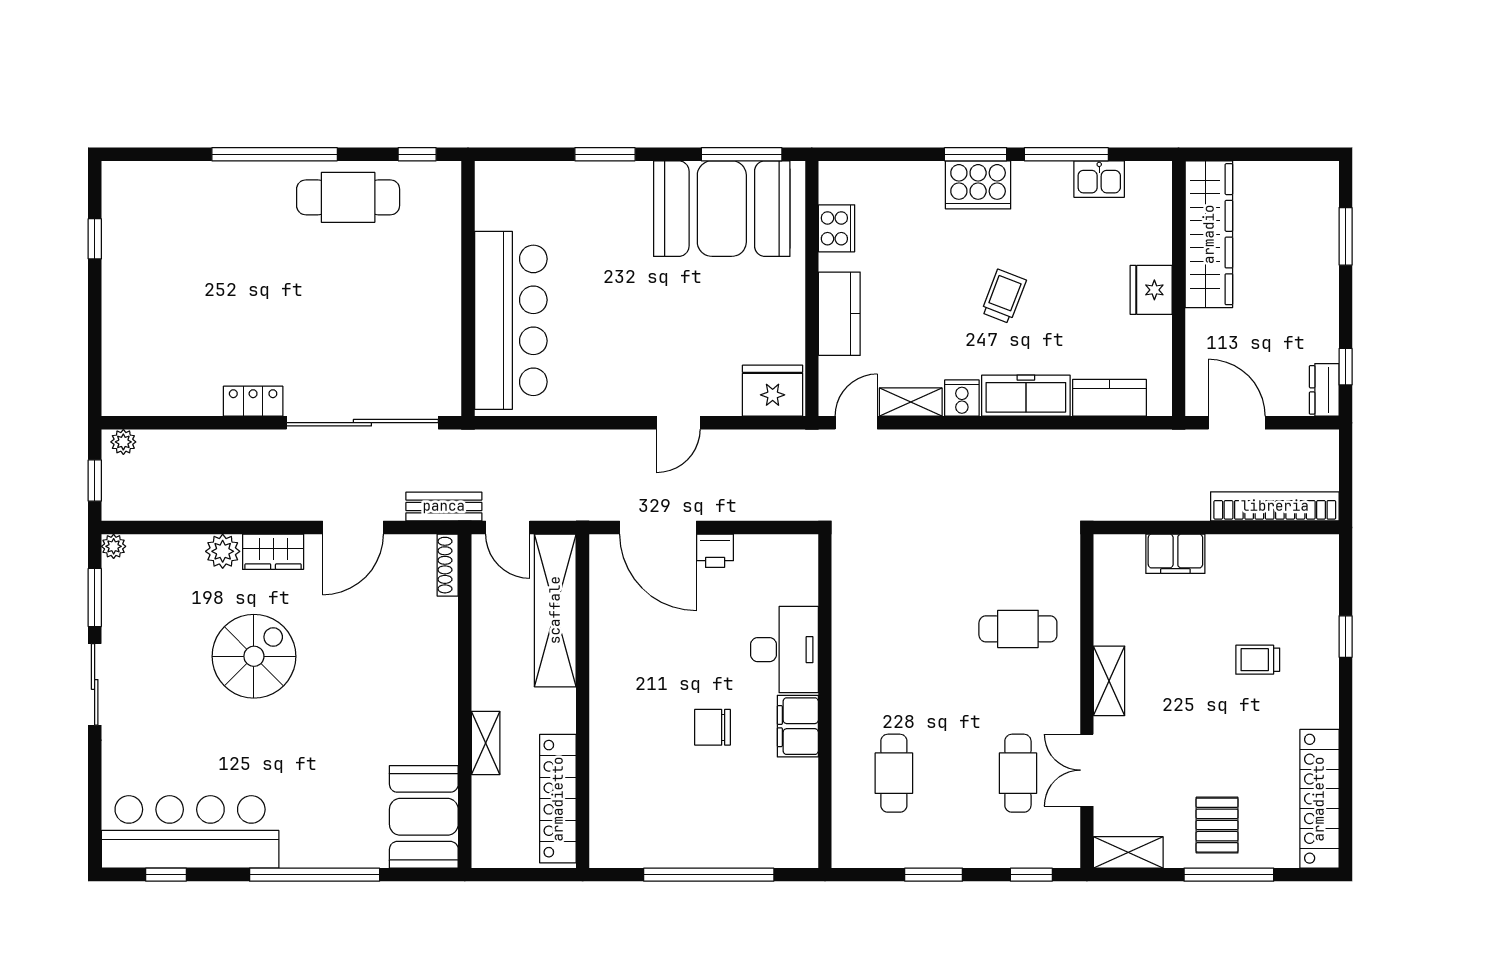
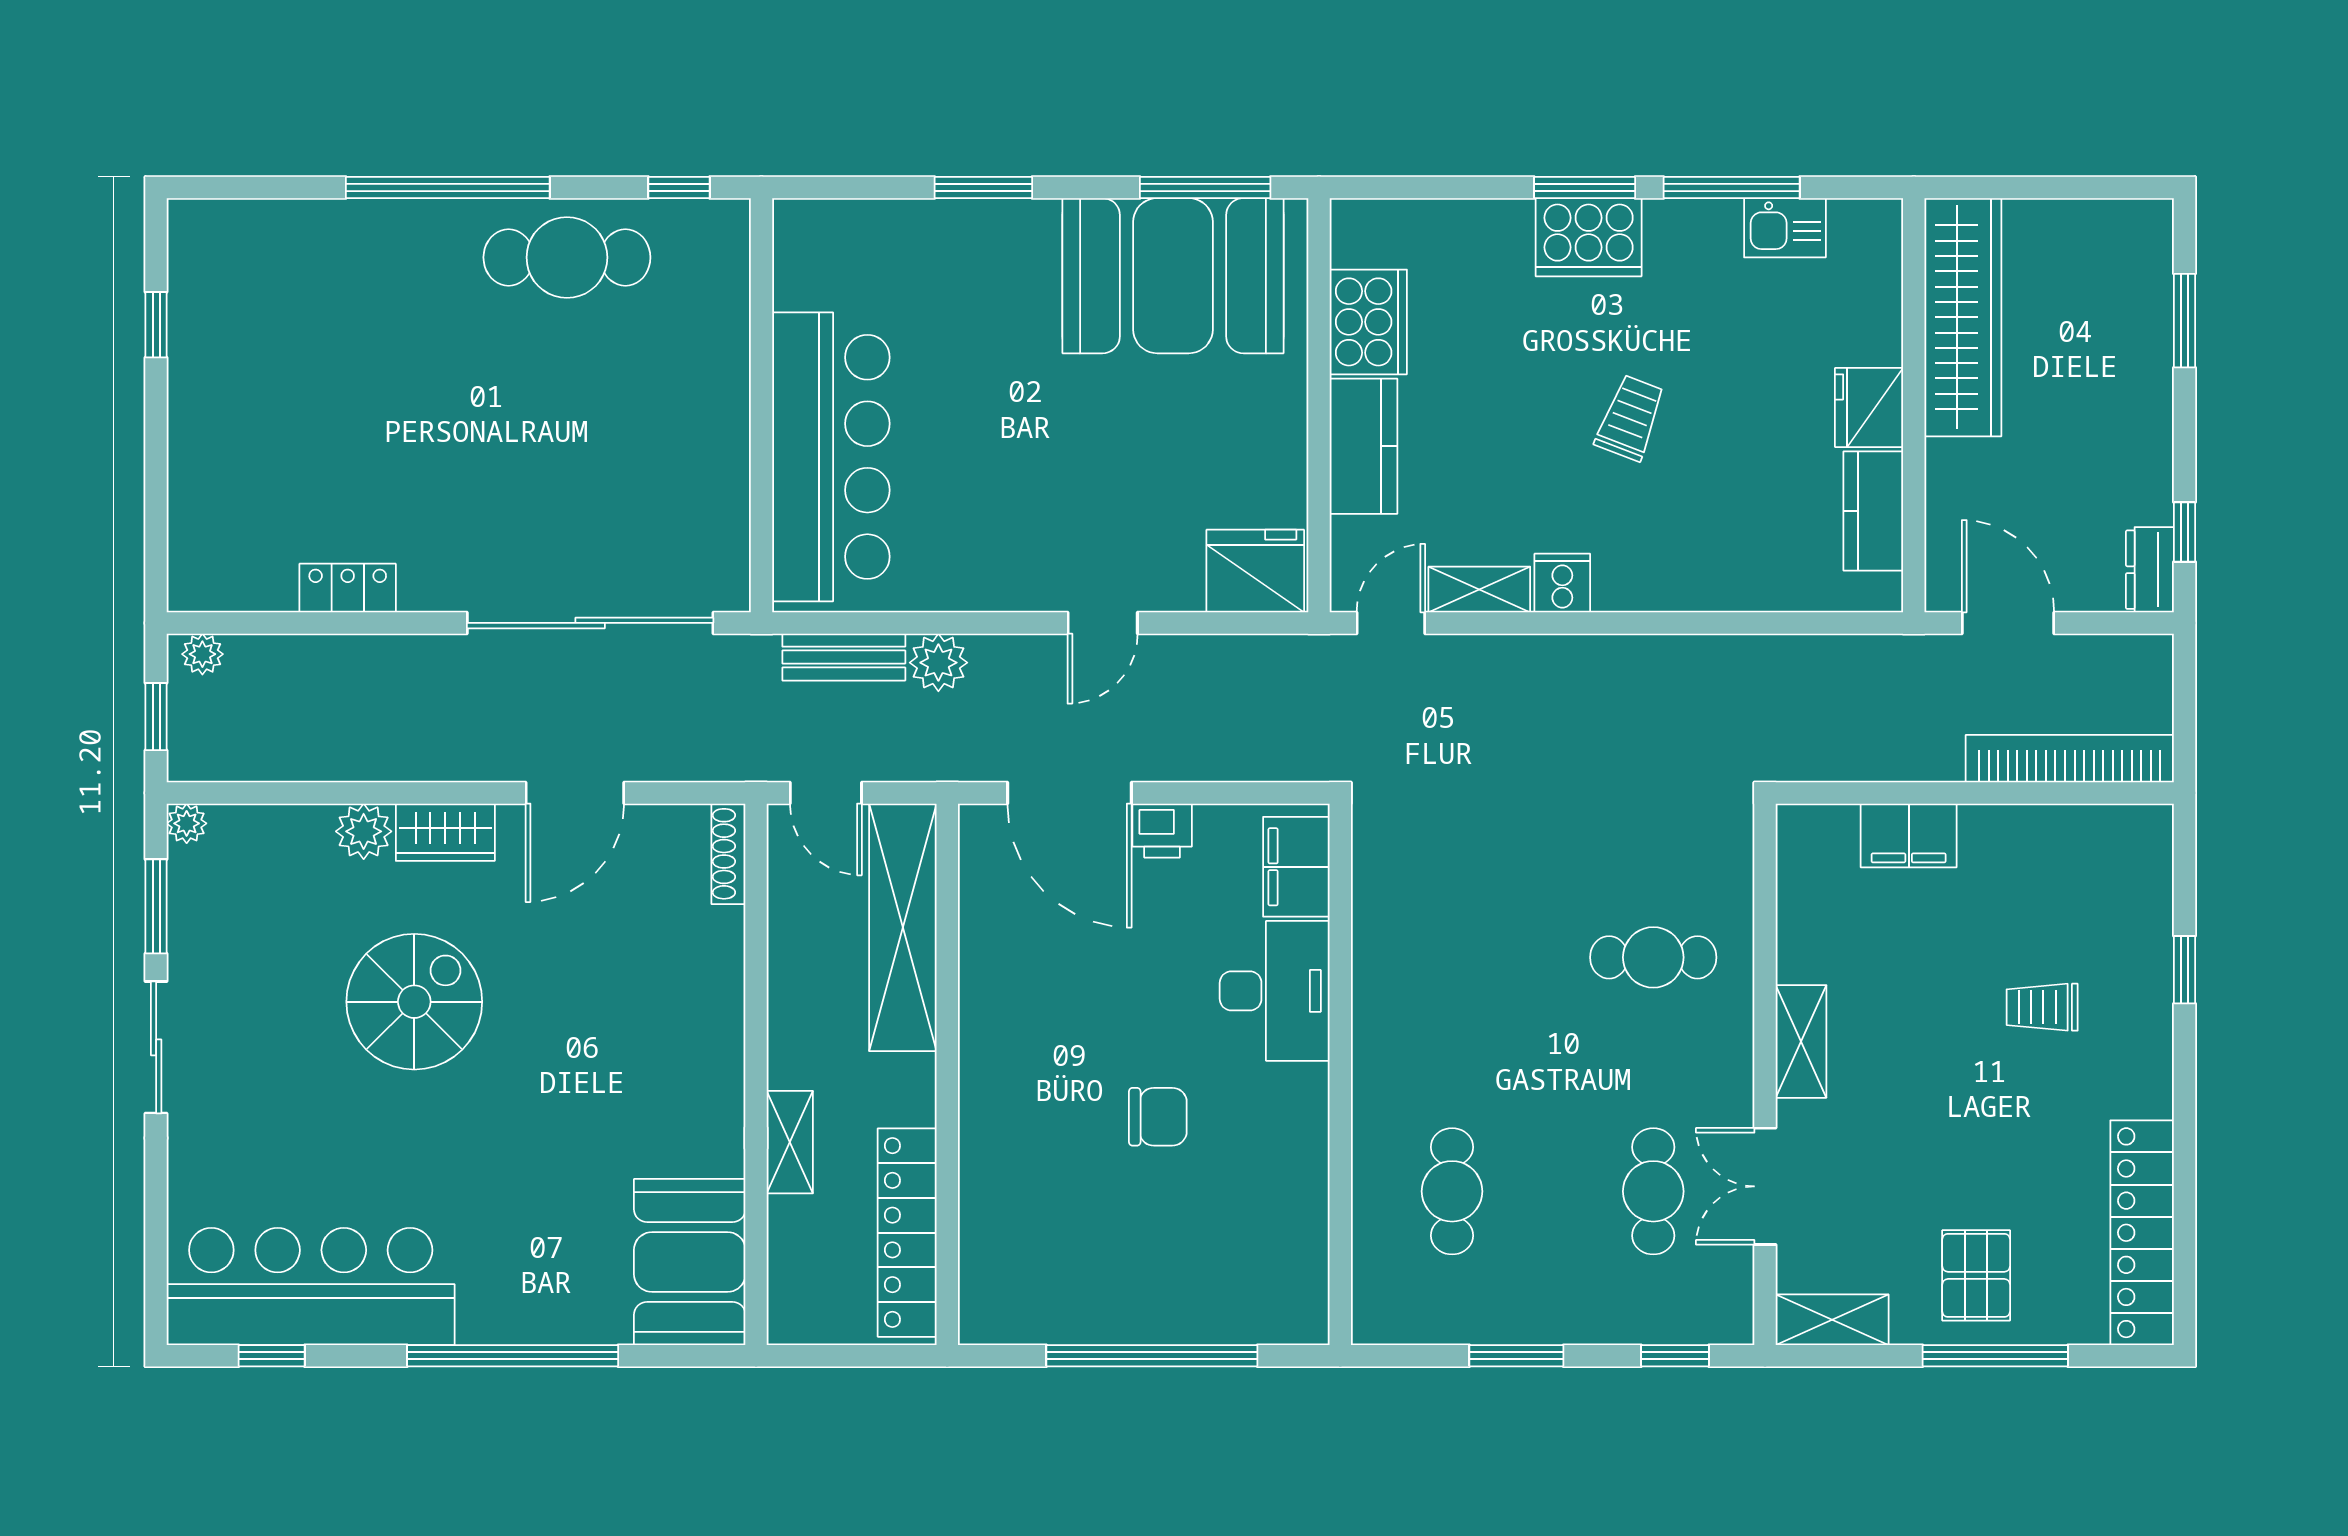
cooker: (837, 228) -> (1368, 322), width x1.37, depth x1.31
freezer: (1026, 396) -> (1666, 579), removed
kitchen counter: (1110, 398) -> (1873, 511), moved, turned -90
locker: (253, 401) -> (348, 588), moved
plant: (577, 447) -> (938, 663), added
bench: (444, 506) -> (844, 657), moved
filing cabinet: (798, 726) -> (1296, 867), moved
chair: (712, 727) -> (1158, 1117), turned 180

